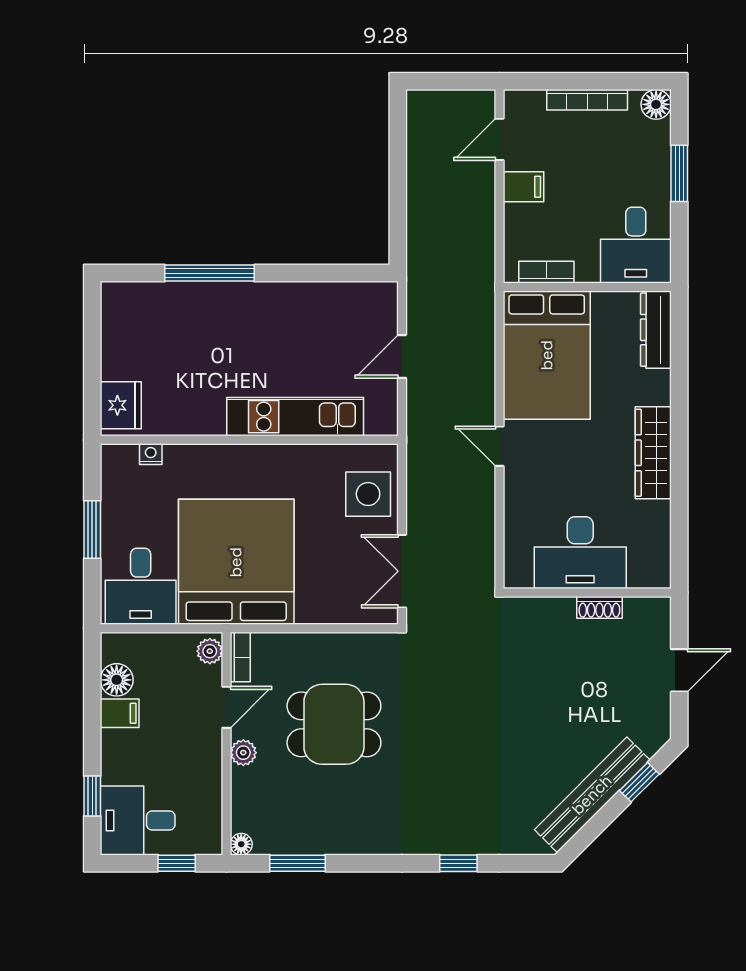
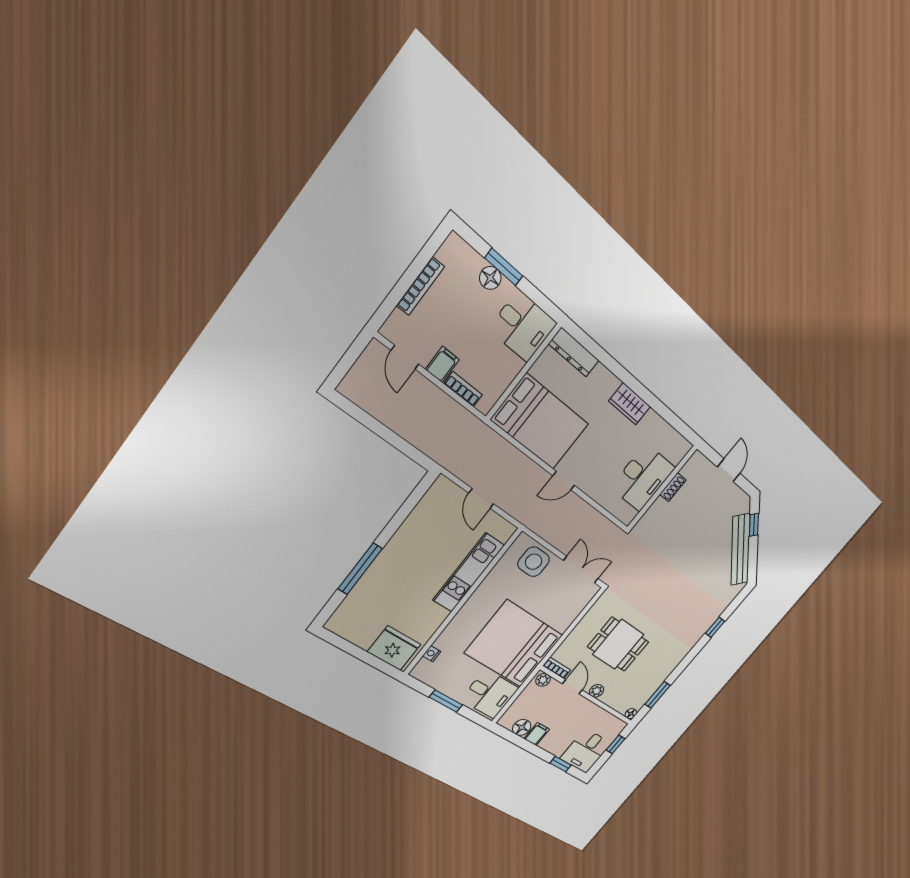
floor lamp: (656, 104) -> (490, 278), moved
bookcase: (546, 272) -> (463, 389), moved, turned 90
fridge: (121, 405) -> (394, 648), width x1.36, depth x1.34
wardrobe: (653, 453) -> (630, 404), width x0.67
double door: (402, 571) -> (581, 570), swing flipped
dining table: (334, 724) -> (618, 644), turned 90

